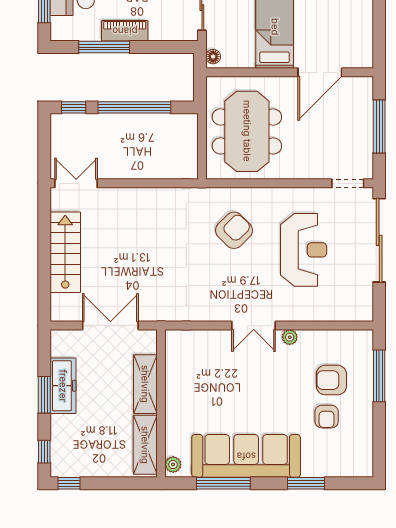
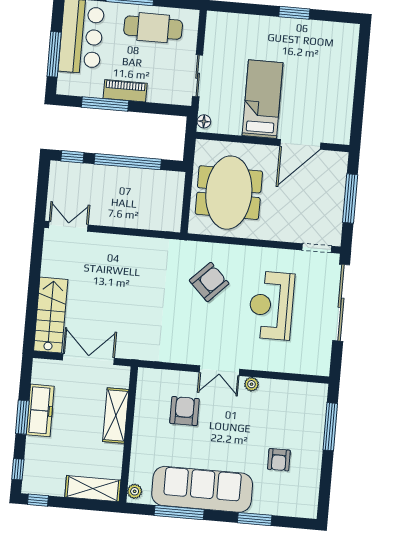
reception desk: (304, 250) -> (271, 305), turned 180
stairs: (65, 252) -> (51, 315), moved
armchair: (331, 380) -> (184, 411), moved, turned 90
shelving: (145, 445) -> (93, 489), moved, turned 90

